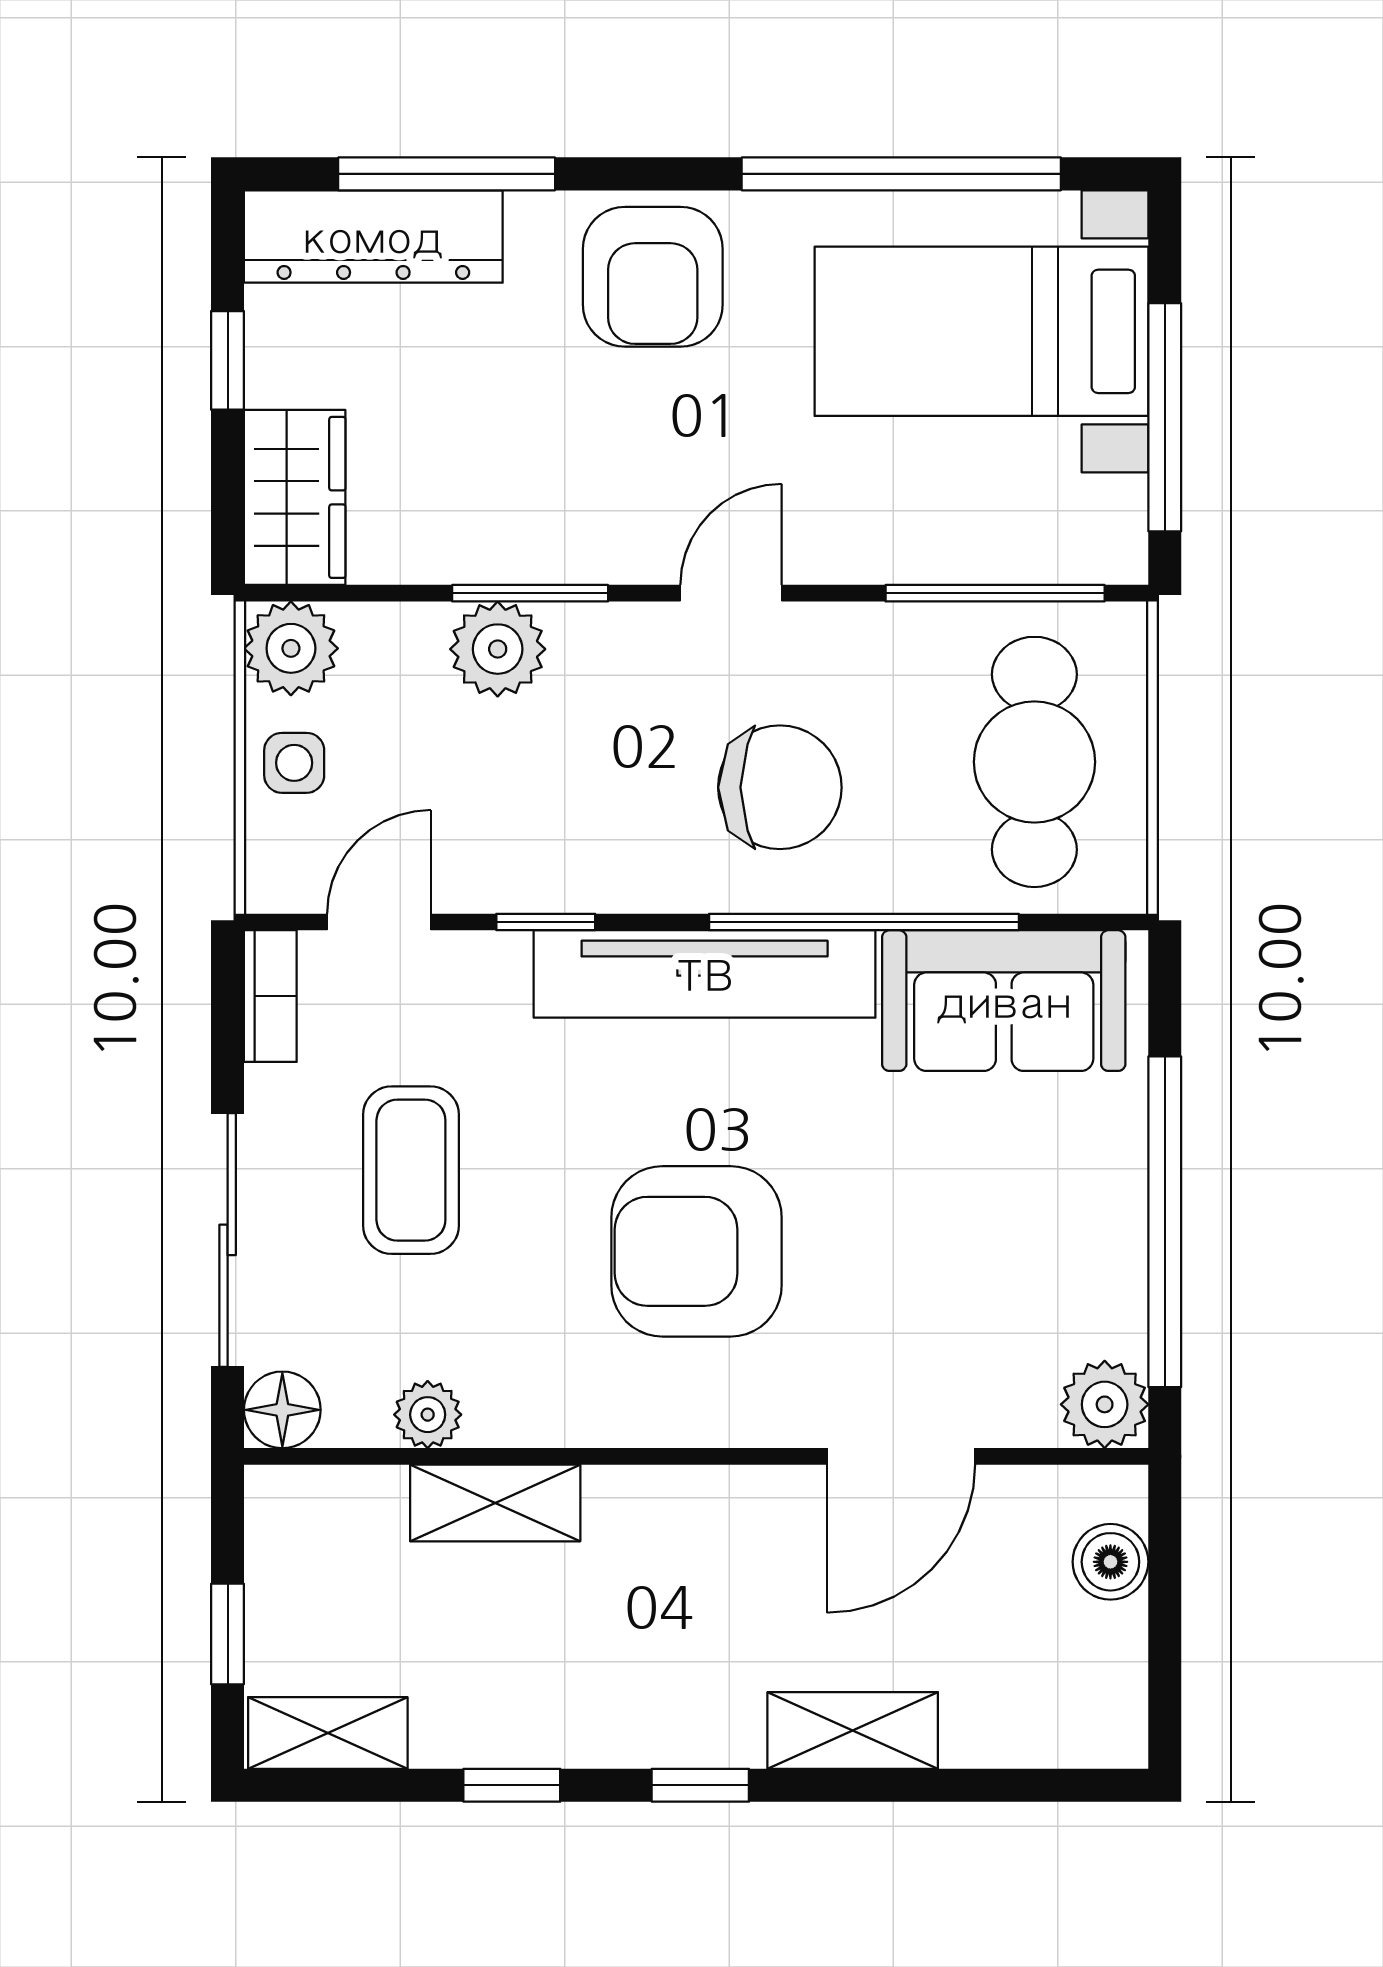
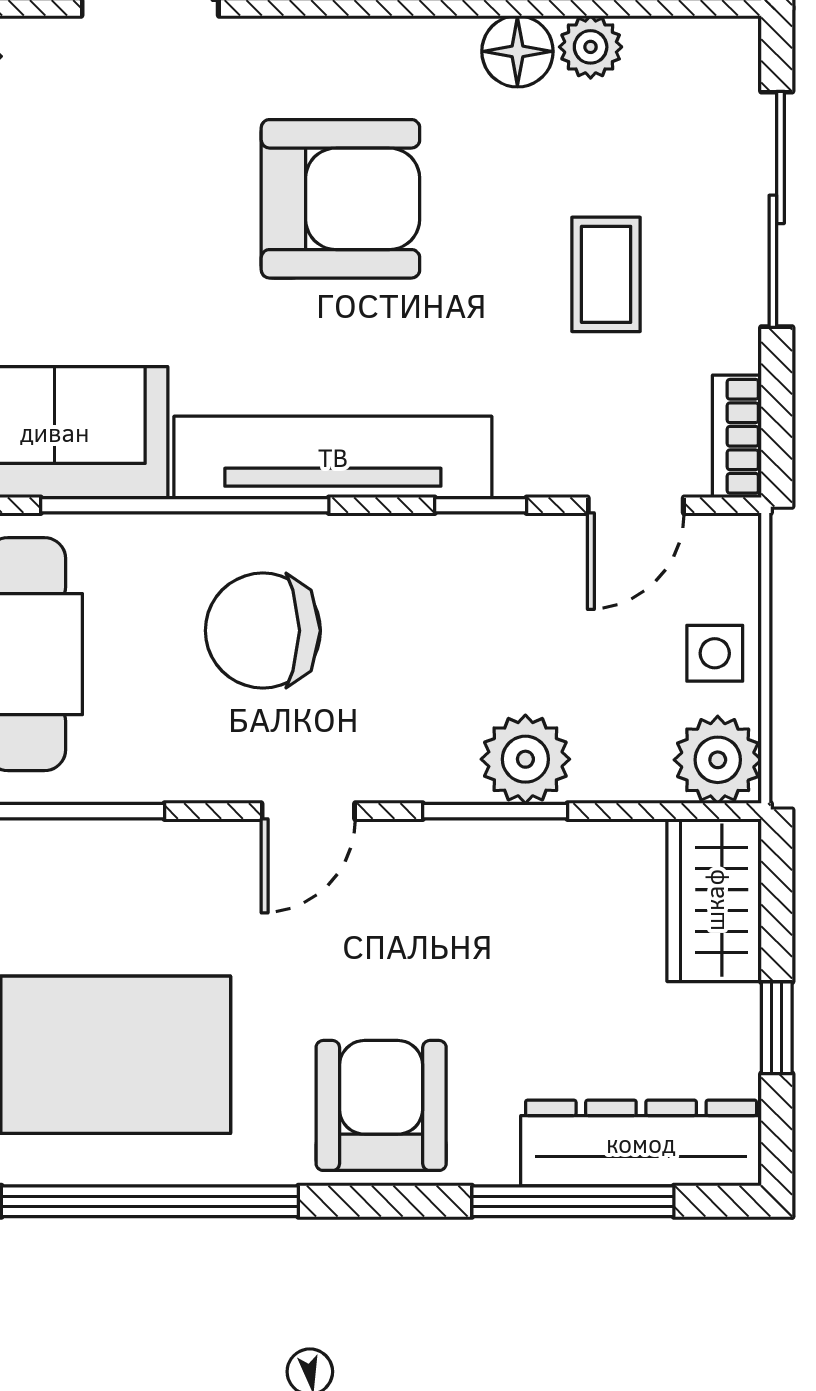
coffee table: (411, 1170) -> (606, 274), width x0.73, depth x0.77
floor lamp: (282, 1410) -> (517, 51), moved

